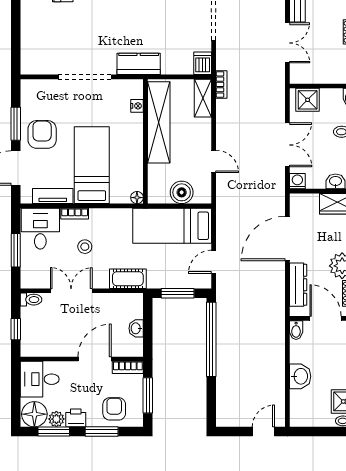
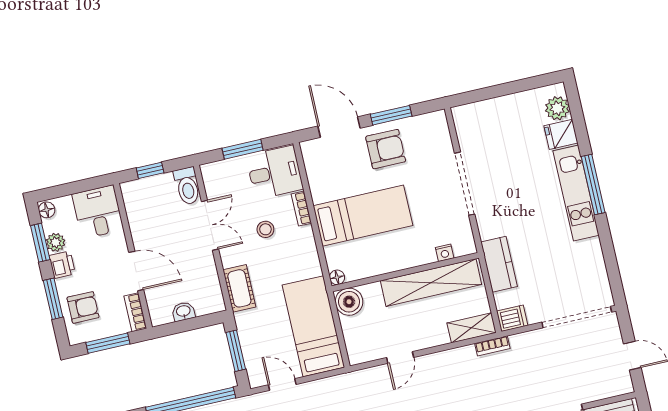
kitchen counter: (139, 64) -> (499, 264), moved
boiler: (182, 192) -> (349, 302), moved
tv unit: (53, 196) -> (316, 178), removed
toilet: (31, 300) -> (187, 186), width x1.37, depth x1.39
floor lamp: (34, 414) -> (47, 210), width x0.53, depth x0.53

